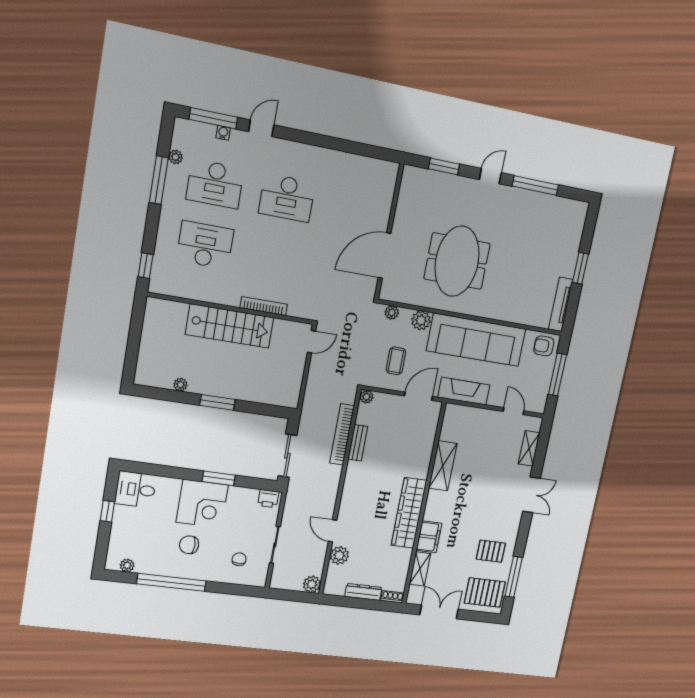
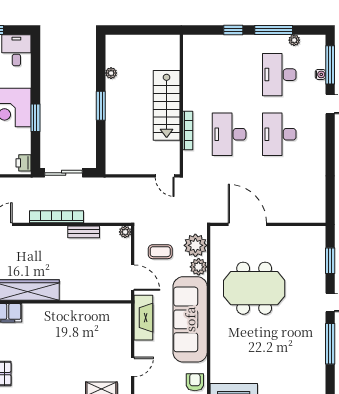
desk: (205, 245) -> (229, 134), moved, turned 180
window: (146, 266) -> (233, 30), moved
plant: (392, 313) -> (195, 245), width x1.88, depth x1.88
bookcase: (342, 434) -> (57, 217), moved
shelving: (443, 466) -> (74, 312), removed

